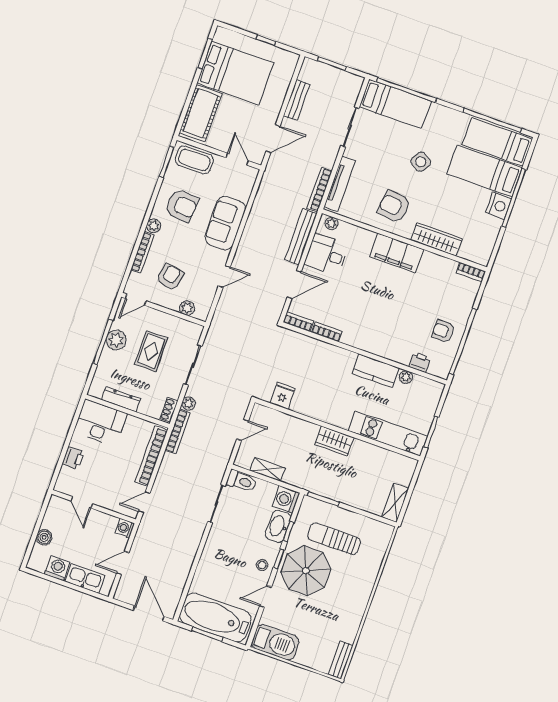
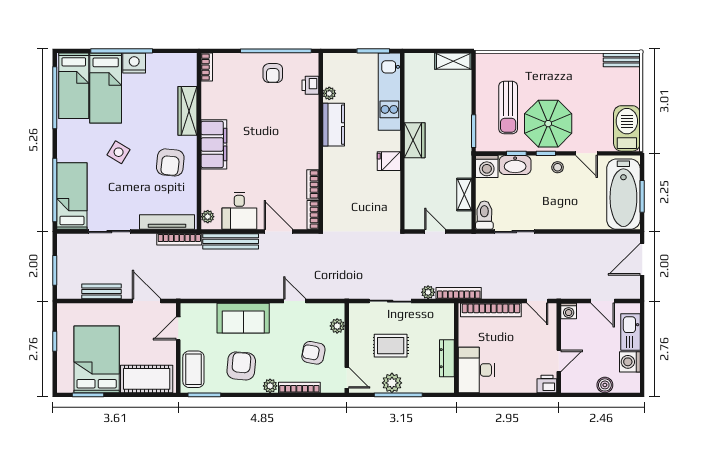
fridge: (283, 396) -> (389, 161), moved
shoe rack: (169, 410) -> (441, 309), removed
printer: (73, 458) -> (547, 384), moved

